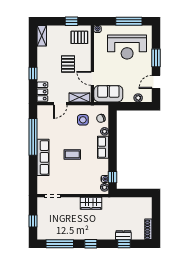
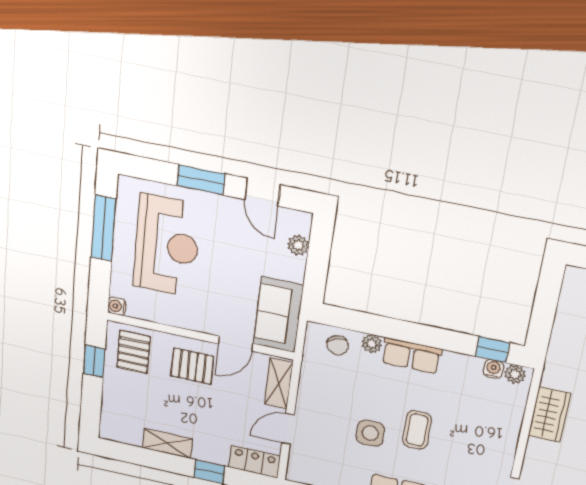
shelving: (42, 36) -> (167, 443), moved
pallet: (68, 64) -> (192, 366), moved
door: (60, 104) -> (288, 429), swing flipped
side table: (83, 120) -> (370, 433), moved

